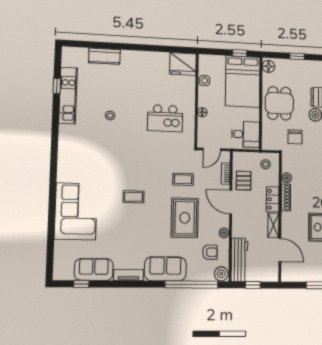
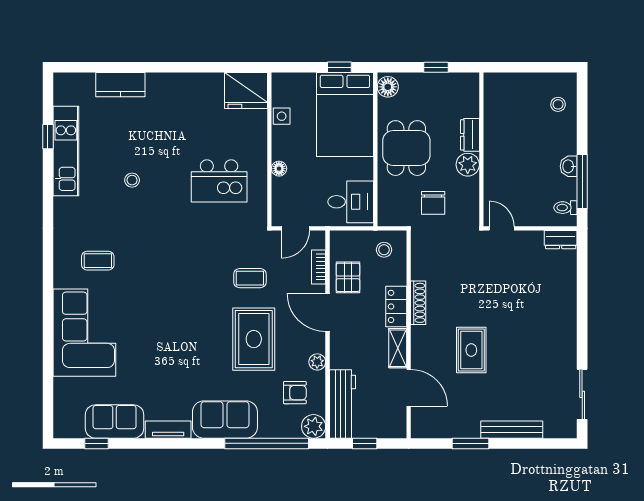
plant: (287, 178) -> (419, 271), removed
coffee table: (134, 197) -> (98, 261), moved

